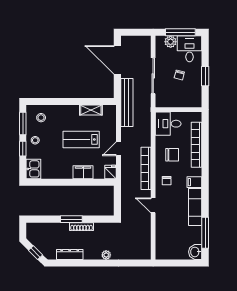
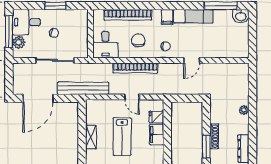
shelving: (91, 110) -> (91, 137), moved
bookcase: (146, 168) -> (135, 68), moved
fridge: (111, 172) -> (156, 117), moved

